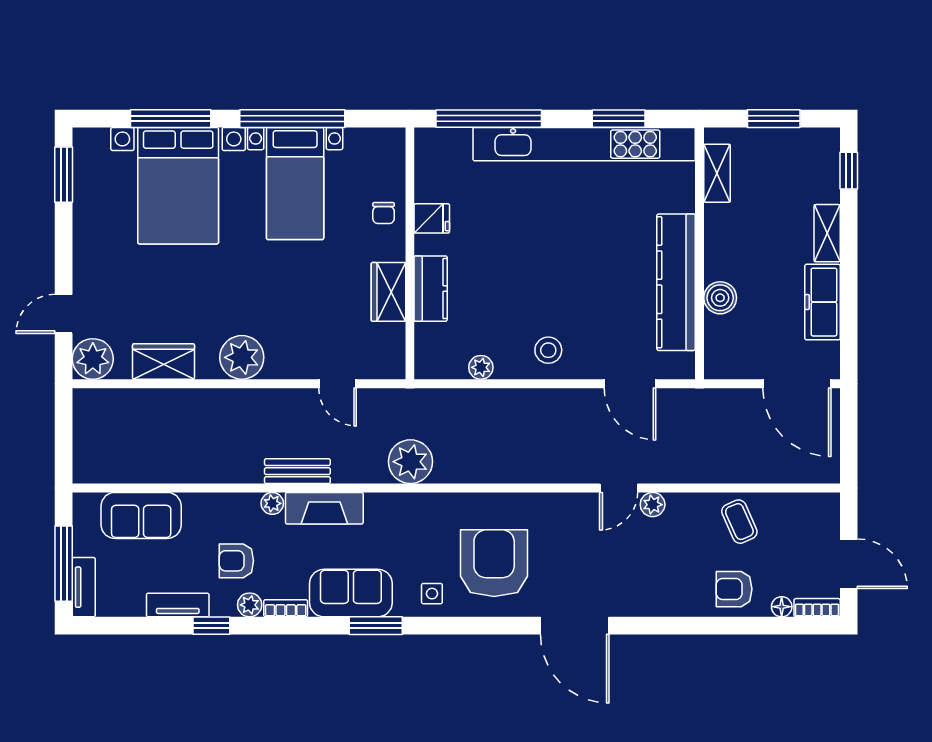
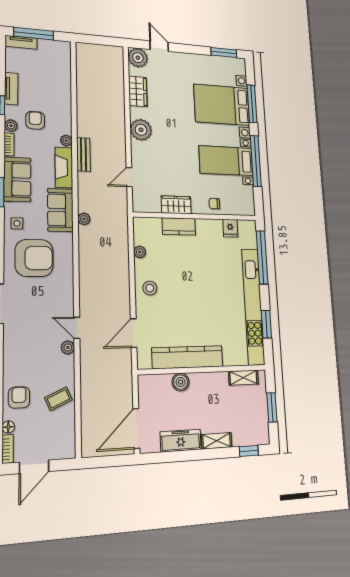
fridge: (432, 218) -> (230, 228), moved
plant: (410, 462) -> (84, 219), width x0.53, depth x0.53
sofa: (141, 515) -> (60, 210), moved

